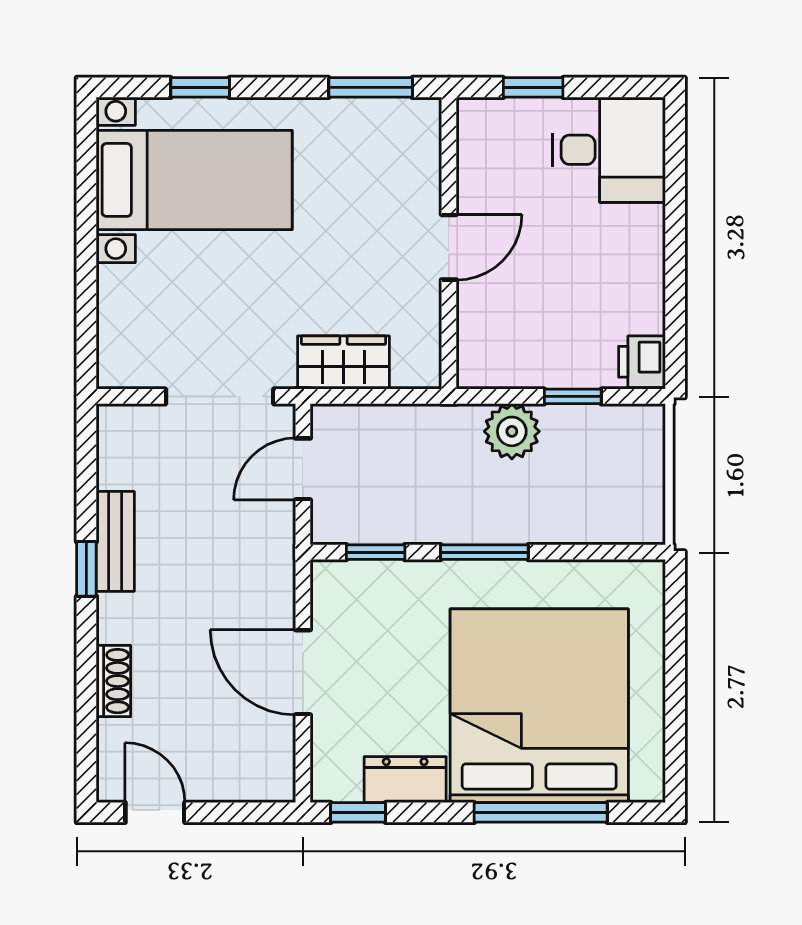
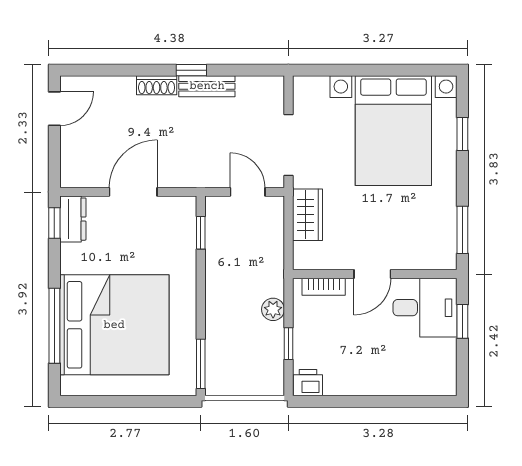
desk: (609, 150) -> (425, 308), moved, turned -90
bed with nightstands: (194, 180) -> (393, 131), width x1.36
door: (449, 247) -> (372, 274), hinge flipped
bookcase: (471, 334) -> (324, 287), added
plant: (512, 431) -> (273, 309), width x0.73, depth x0.73
window: (484, 552) -> (201, 364), moved
shoe rack: (113, 681) -> (157, 85), moved
dresser: (405, 780) -> (73, 219), moved

